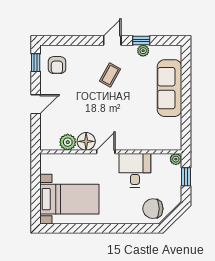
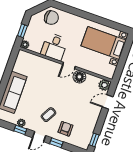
window: (86, 41) -> (56, 143), added
armchair: (57, 65) -> (65, 129), moved
door: (36, 104) -> (108, 102), moved
plant: (68, 142) -> (104, 85), moved

